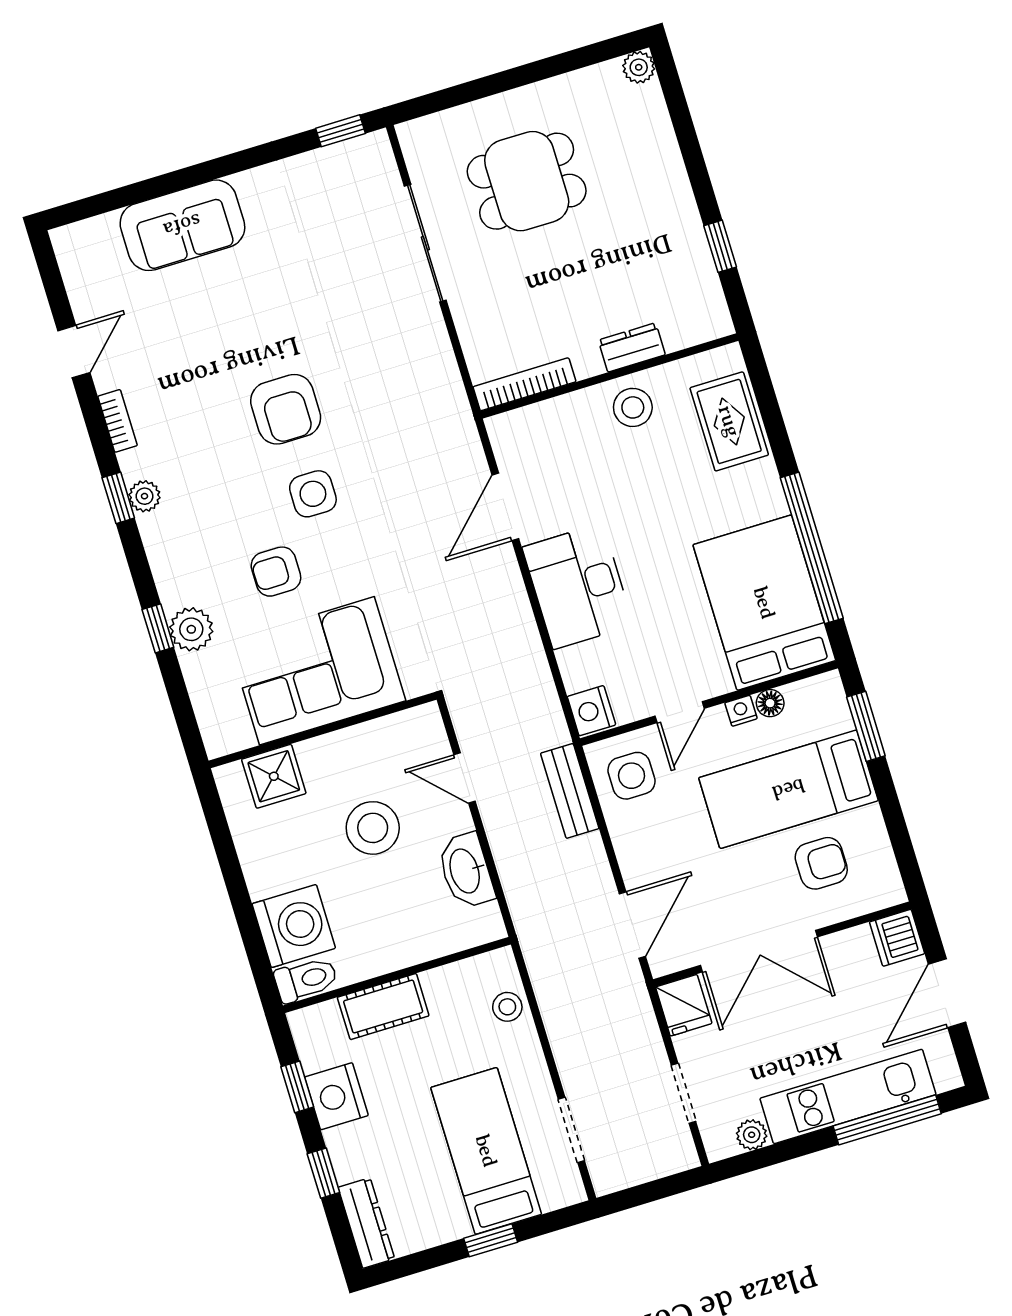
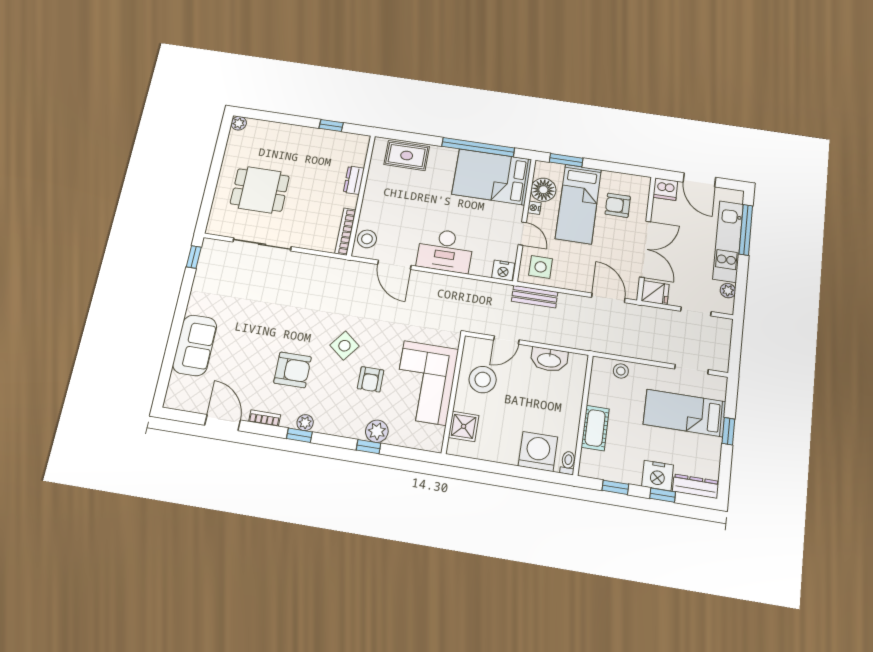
dining table: (527, 181) -> (260, 190), turned 90
door: (74, 352) -> (223, 423), width x1.38
stool: (633, 407) -> (367, 239), moved
armchair: (286, 409) -> (293, 370), moved
side table: (313, 494) -> (344, 346), turned 38
floor lamp: (770, 703) -> (543, 190), width x1.89, depth x1.89
stool: (373, 828) -> (483, 380), moved
armchair: (821, 863) -> (618, 205), turned -90
toilet: (306, 979) -> (568, 463), width x0.73, depth x0.72
nightstand: (336, 1096) -> (658, 476), moved

